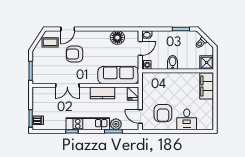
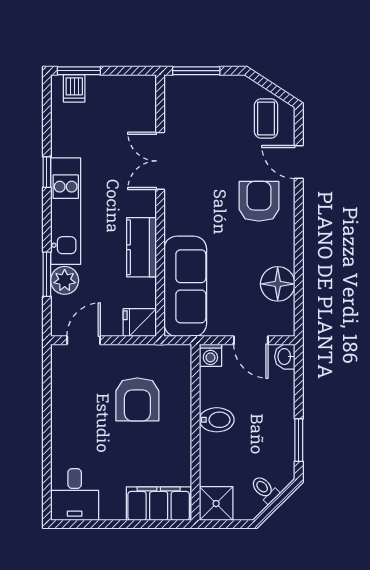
armchair: (74, 54) -> (259, 201), moved
armchair: (163, 113) -> (137, 399), moved, turned -90
desk: (187, 119) -> (75, 495), moved, turned -90

